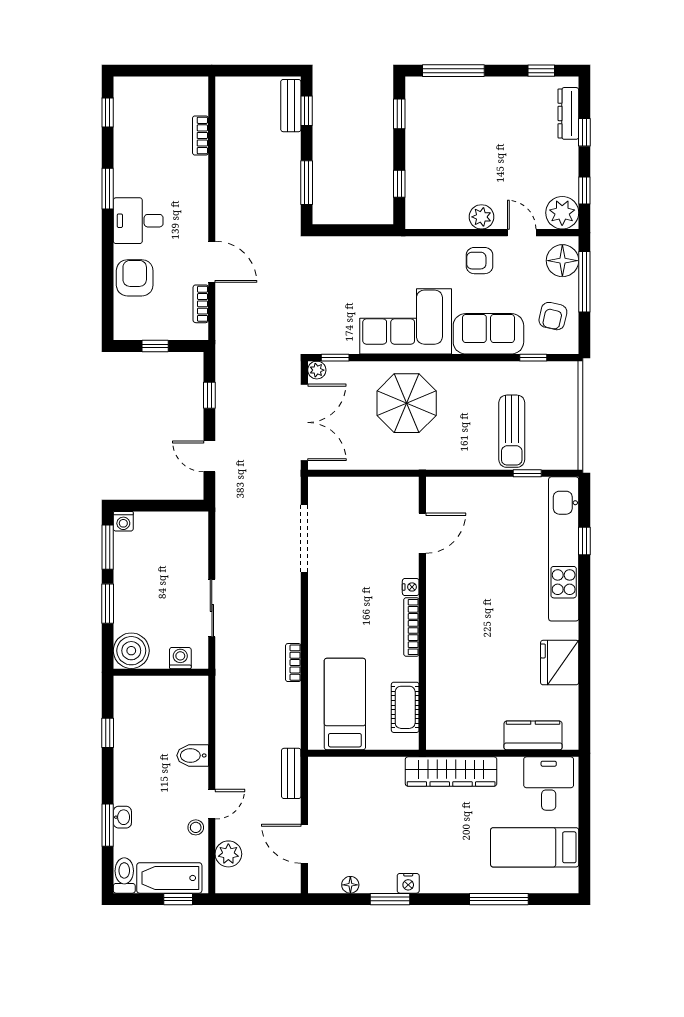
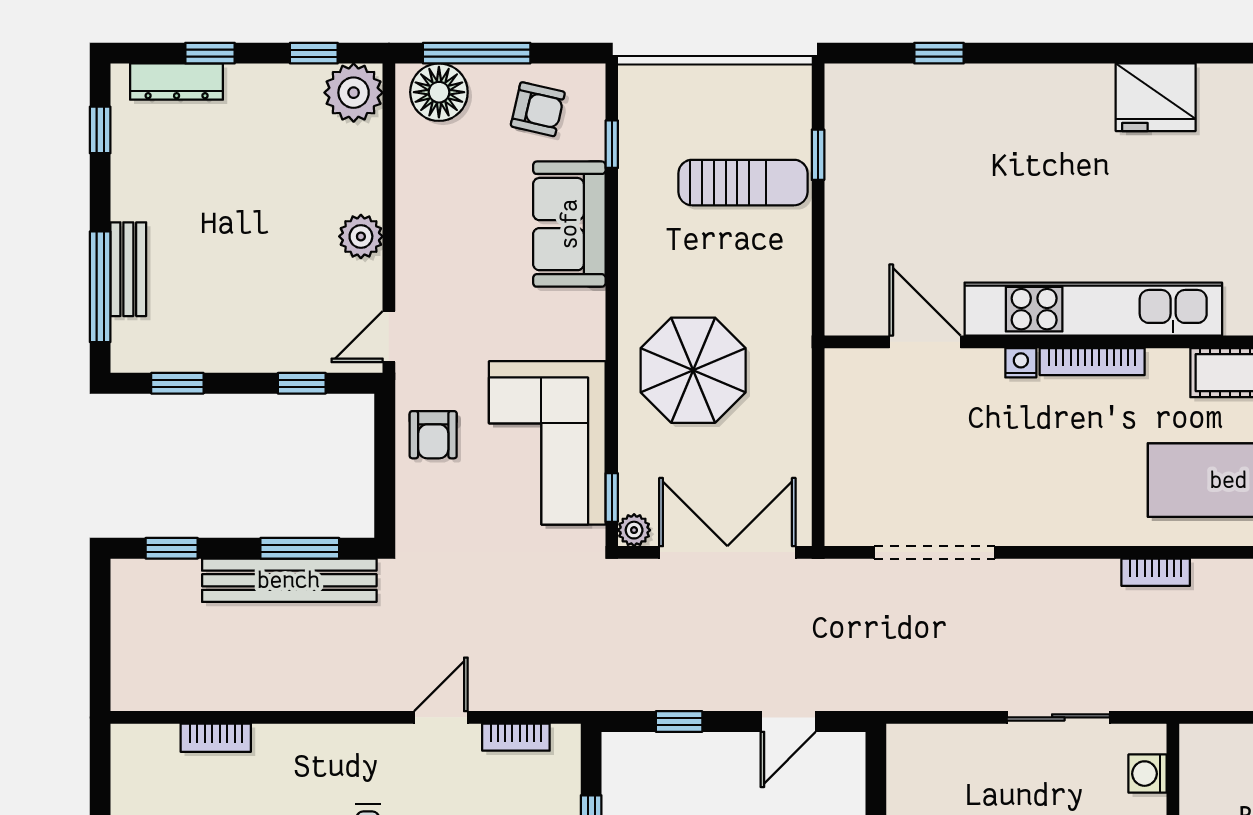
bench: (463, 86) -> (128, 269), added
bench: (291, 106) -> (289, 580), moved, width x1.86, depth x1.21
door: (522, 233) -> (389, 337), moved
armchair: (479, 261) -> (433, 435), moved
door: (212, 262) -> (441, 717), width x0.73
corner sofa: (406, 321) -> (547, 443), moved
kitchen unit: (564, 549) -> (1093, 309), moved, turned 180

